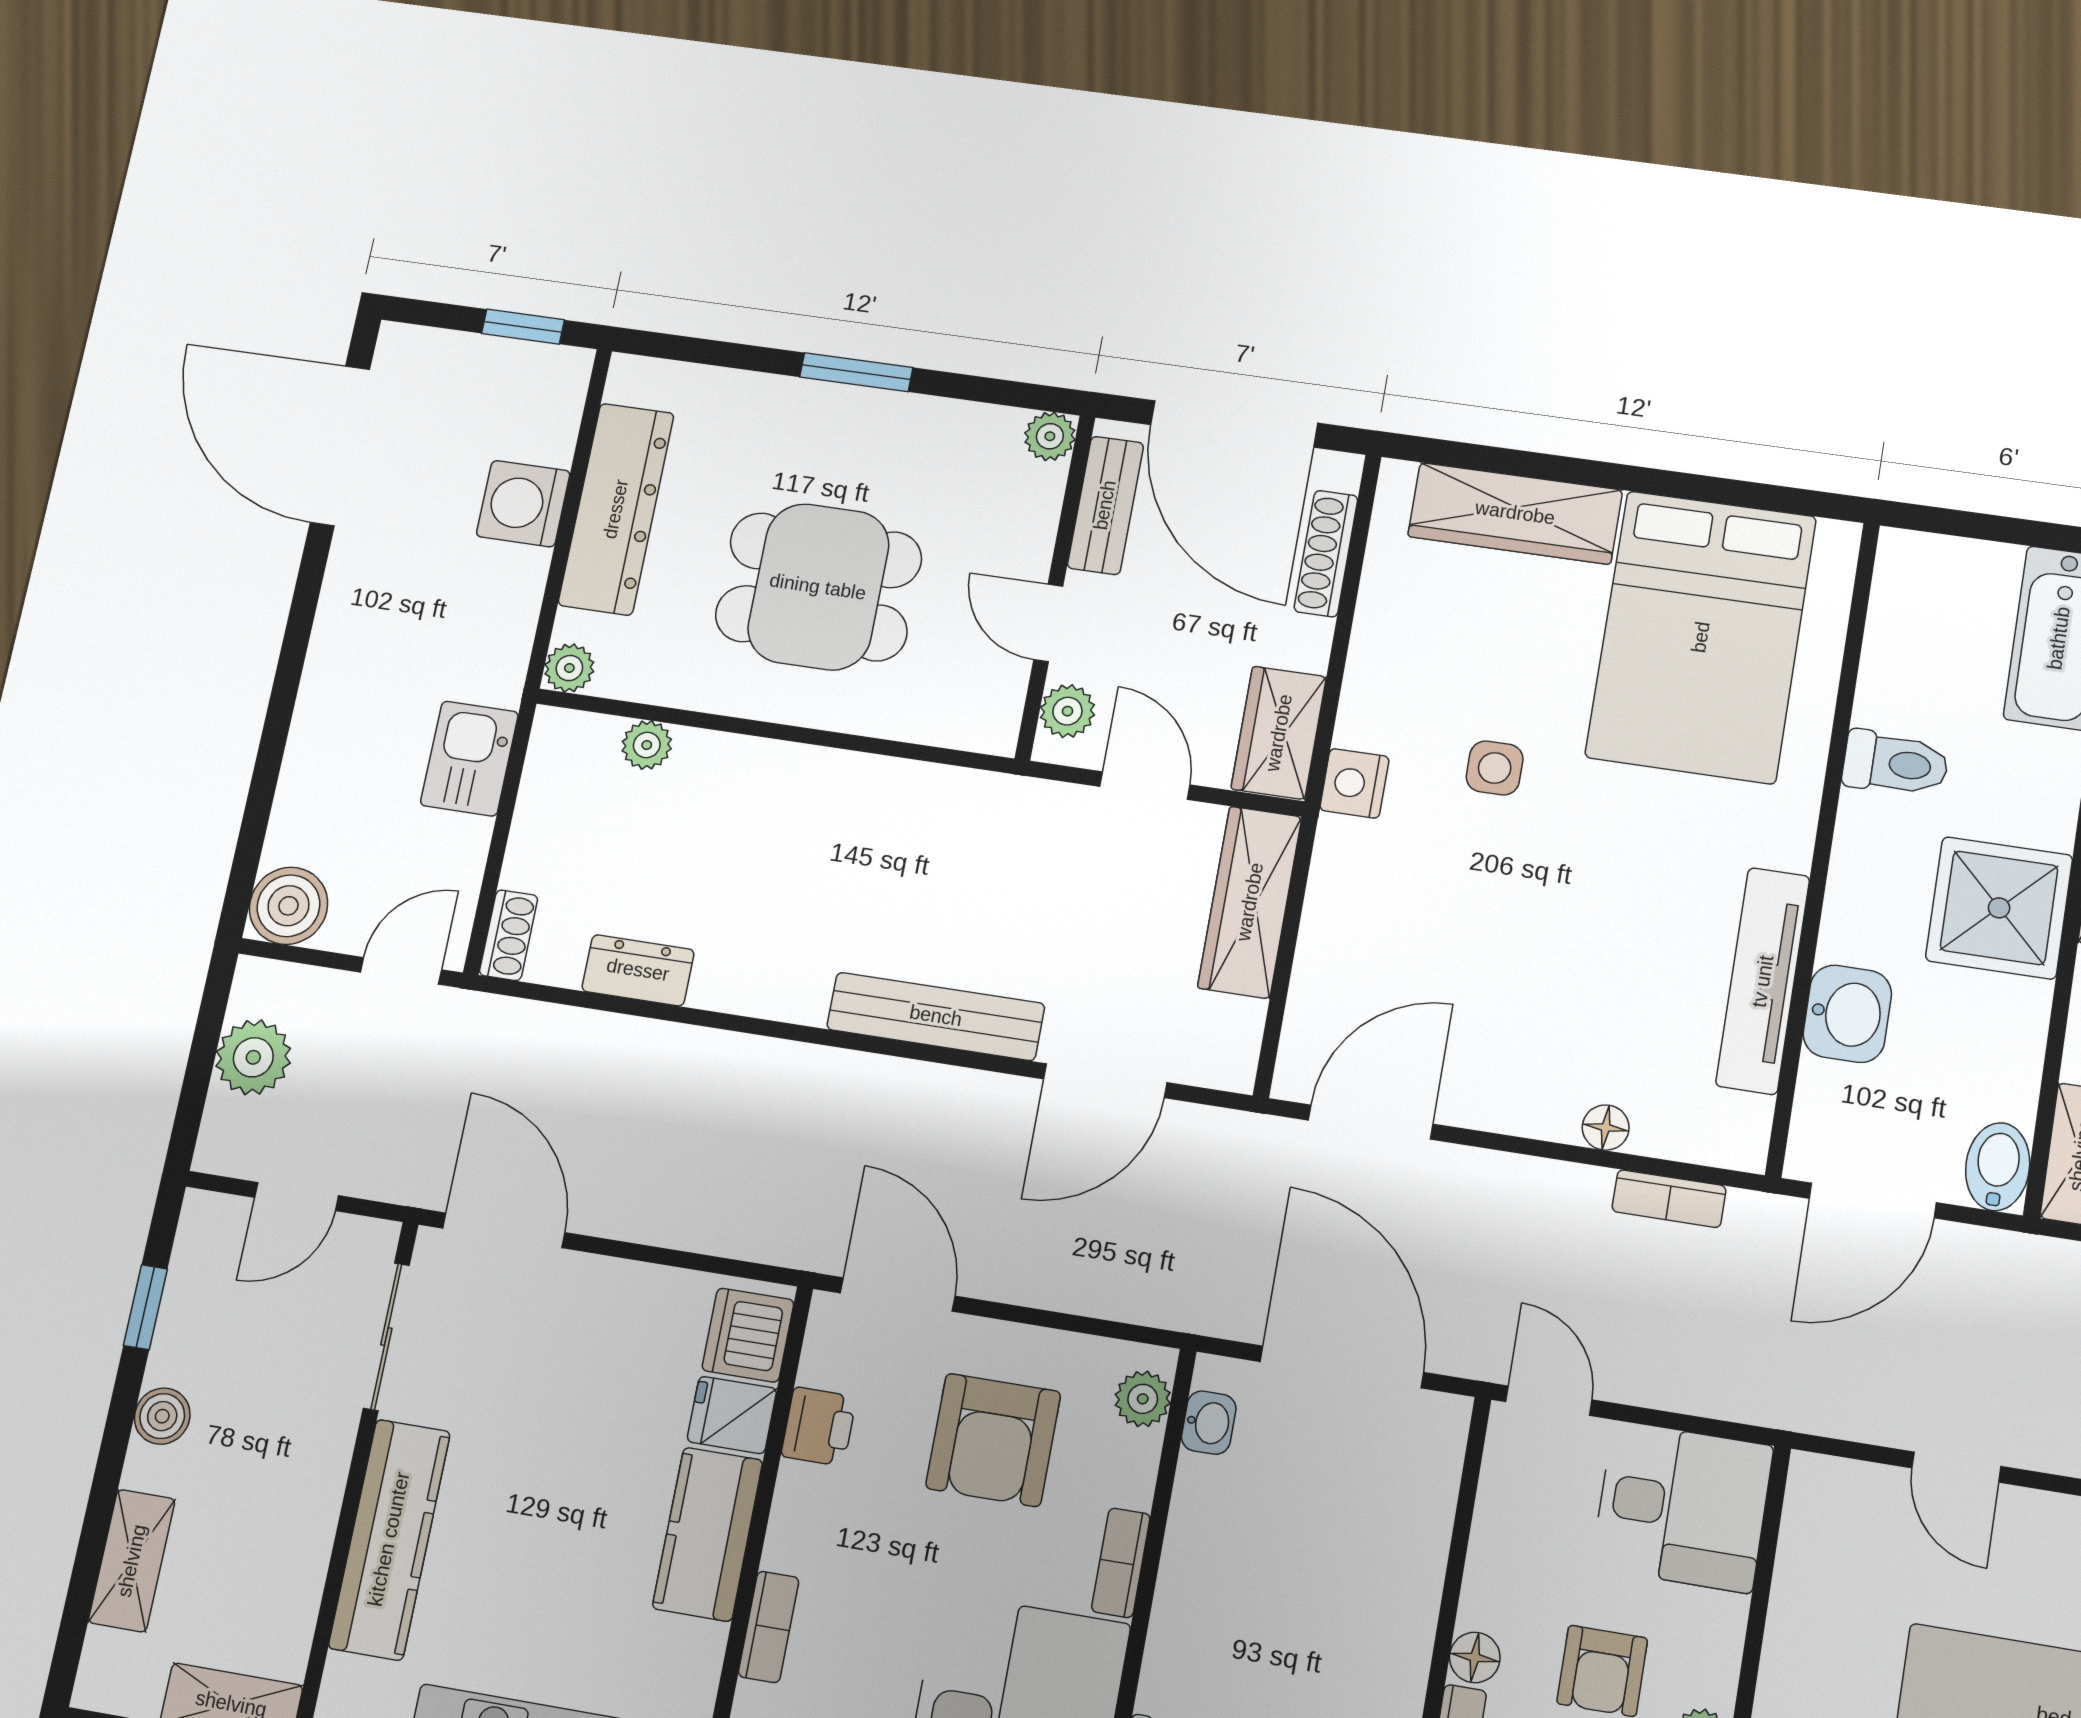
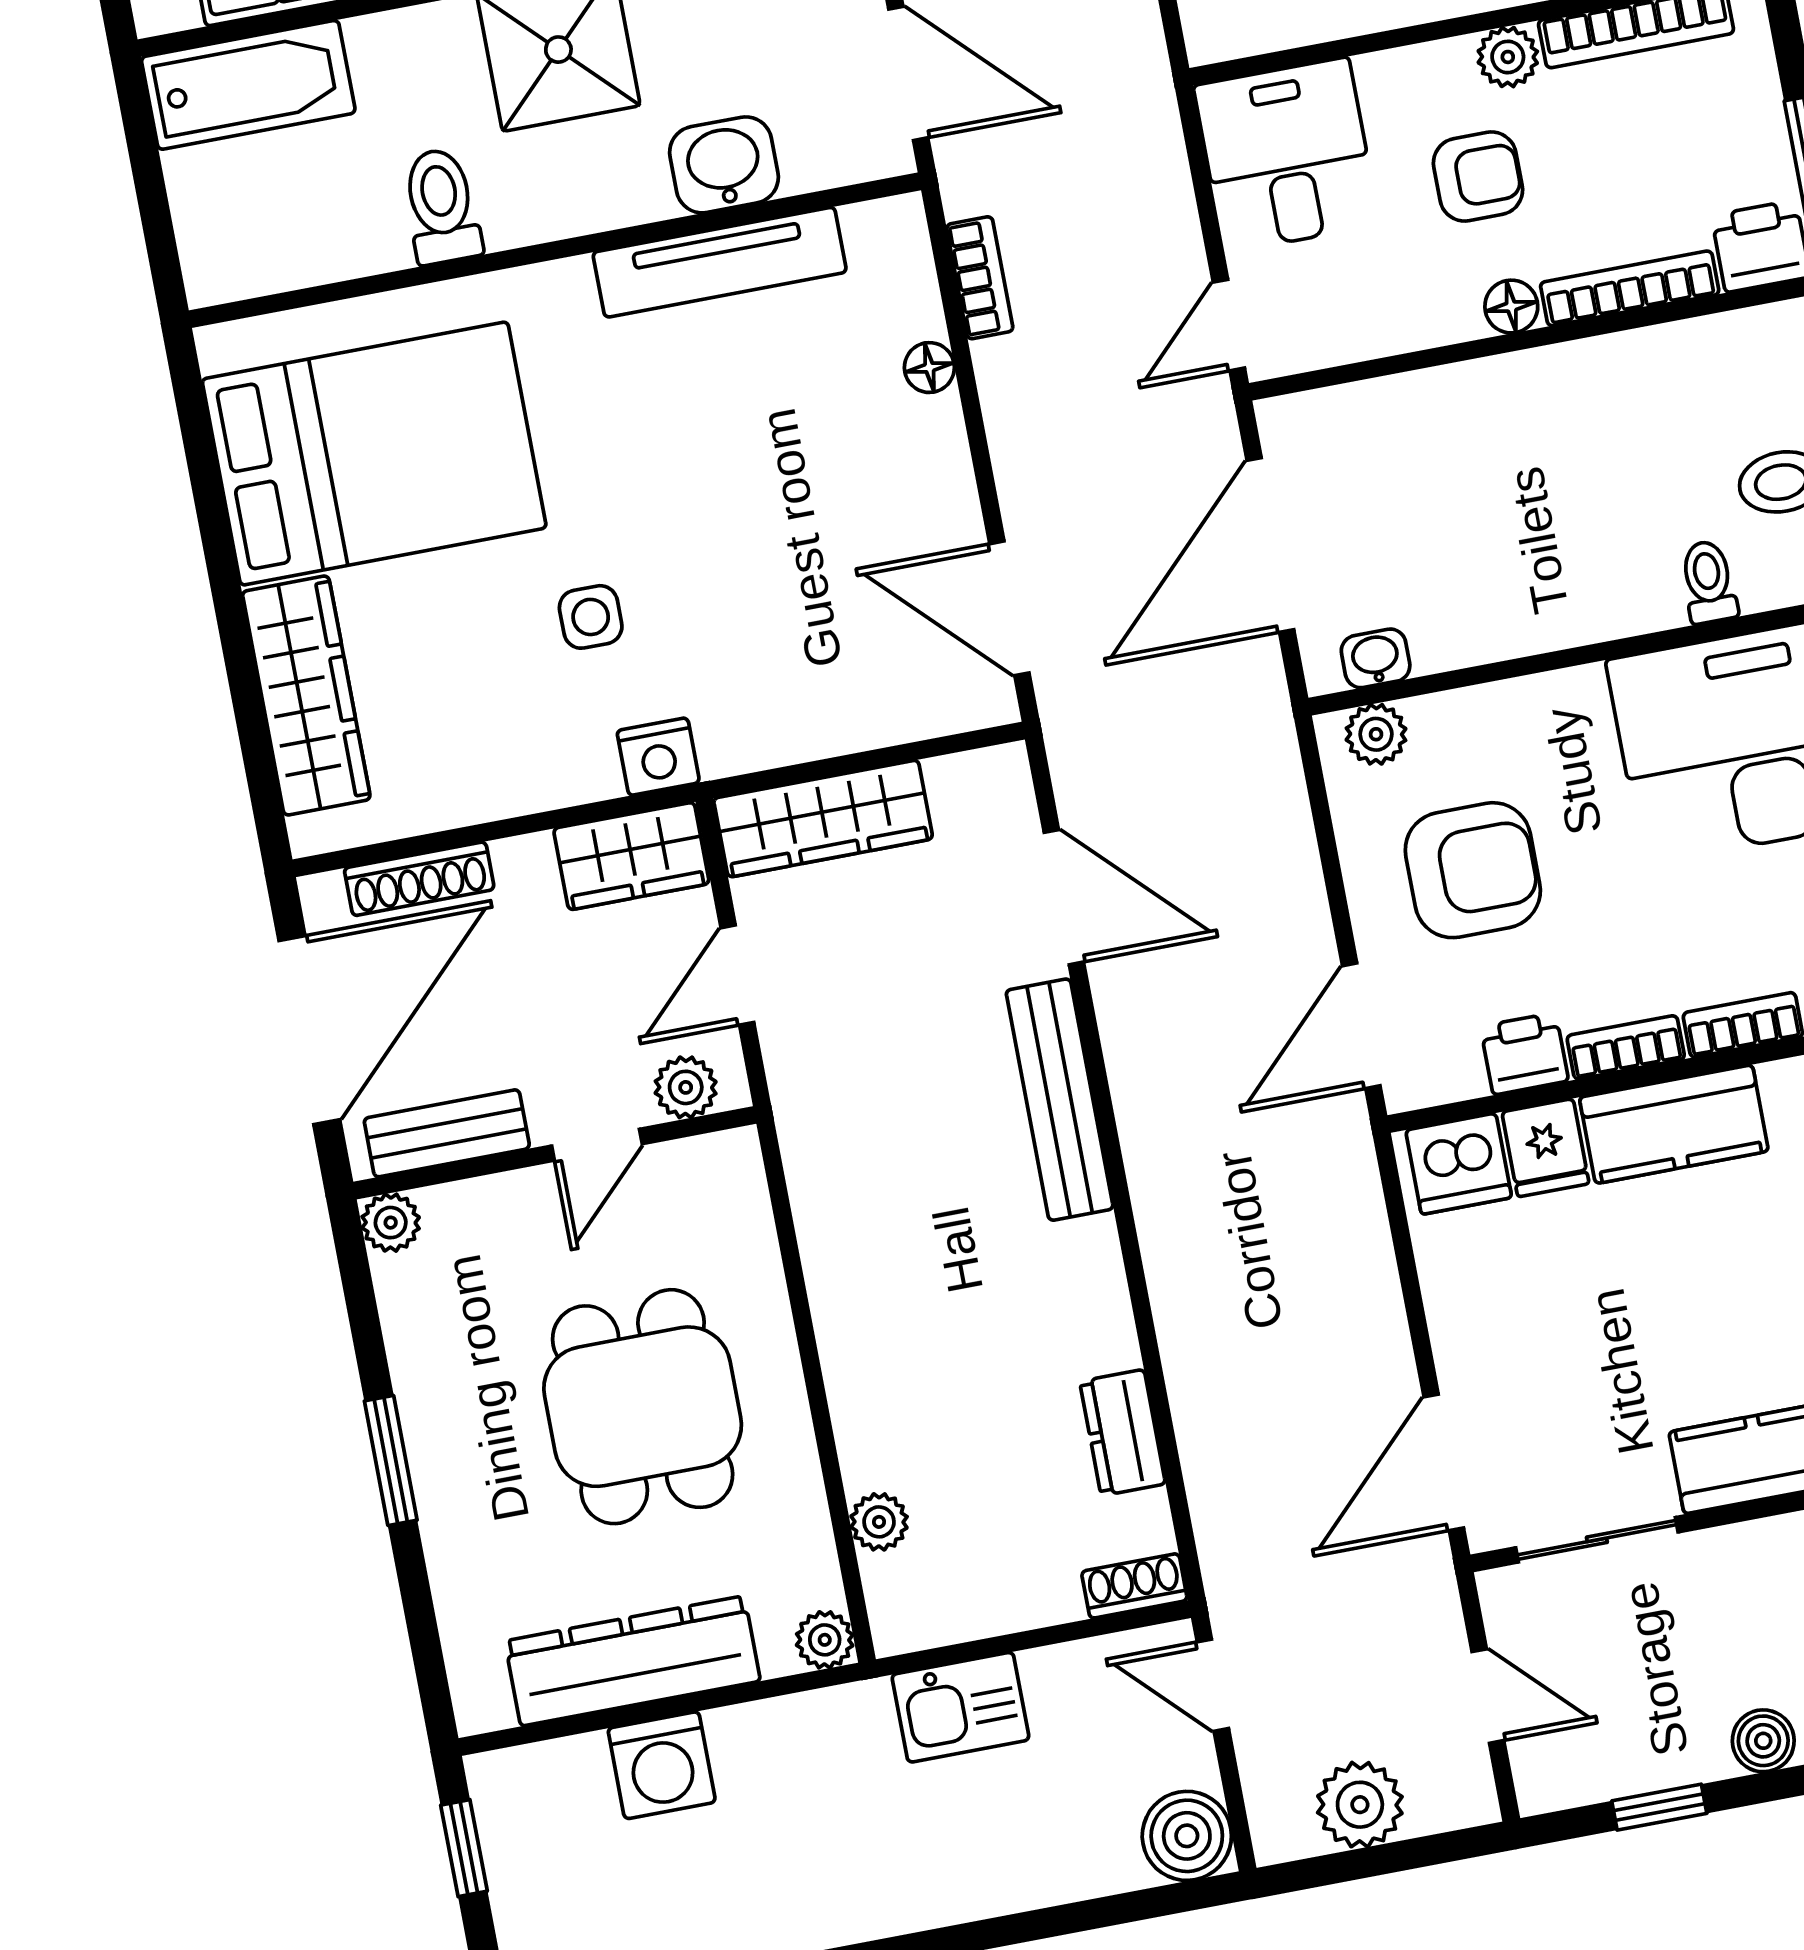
bookcase: (1121, 1563) -> (1626, 1047), moved, turned 180

